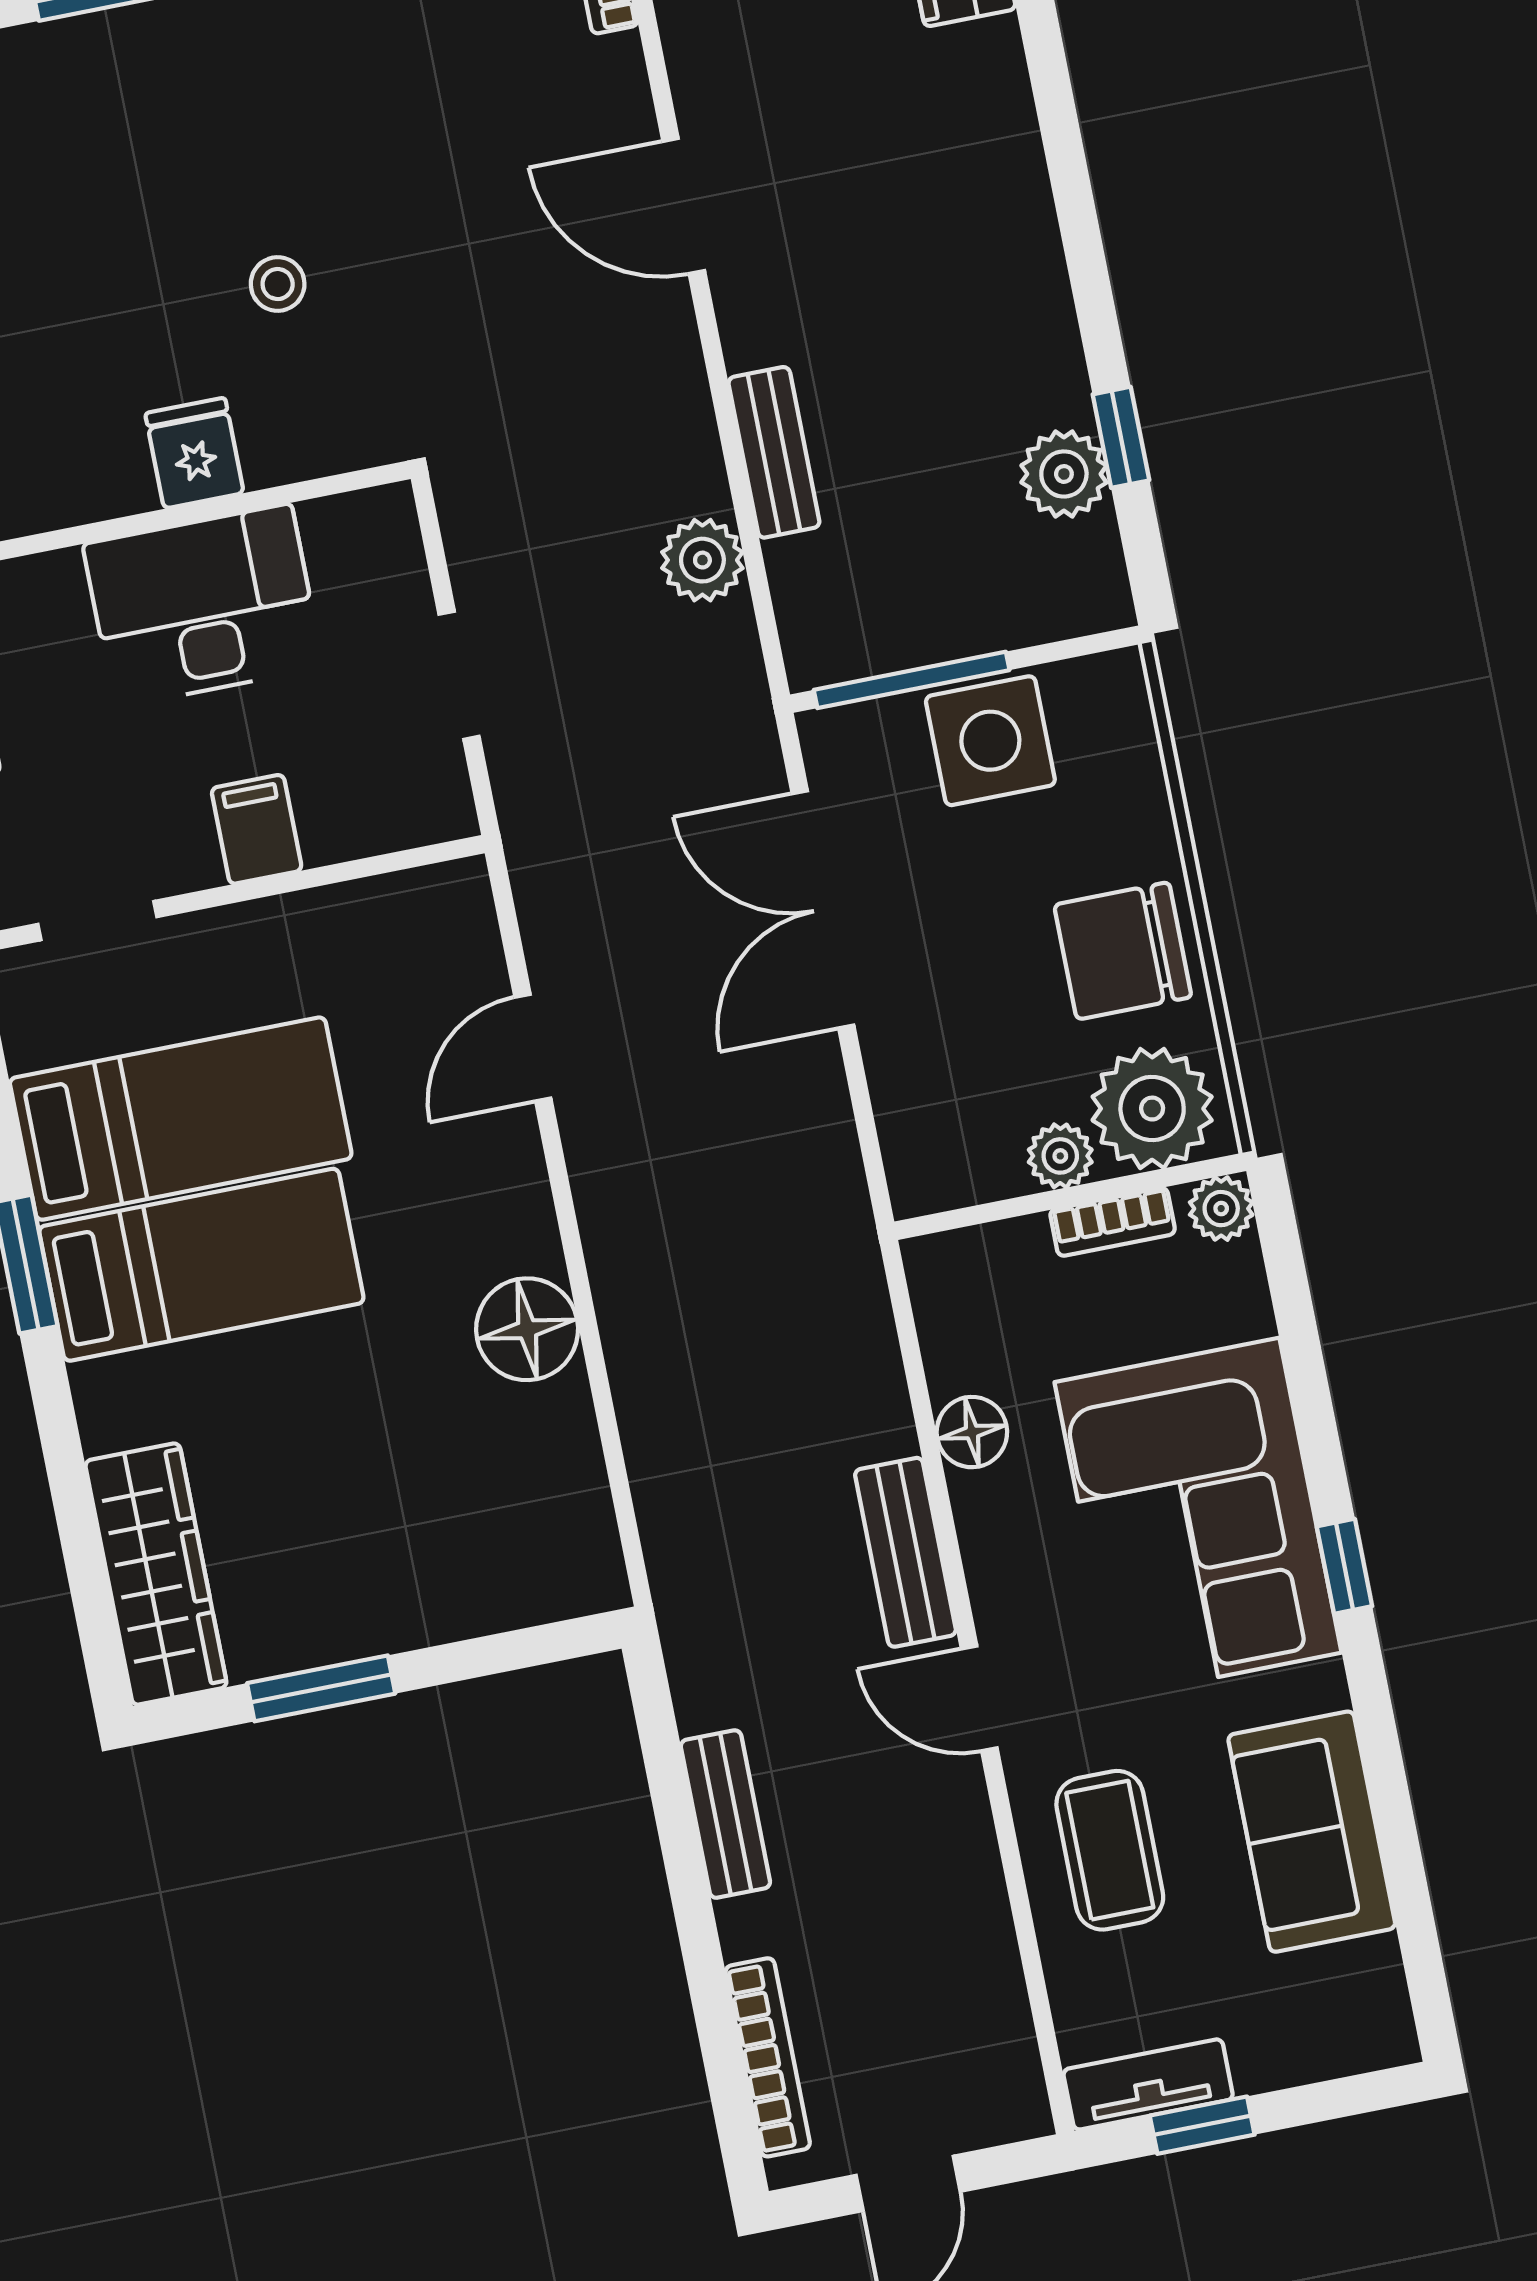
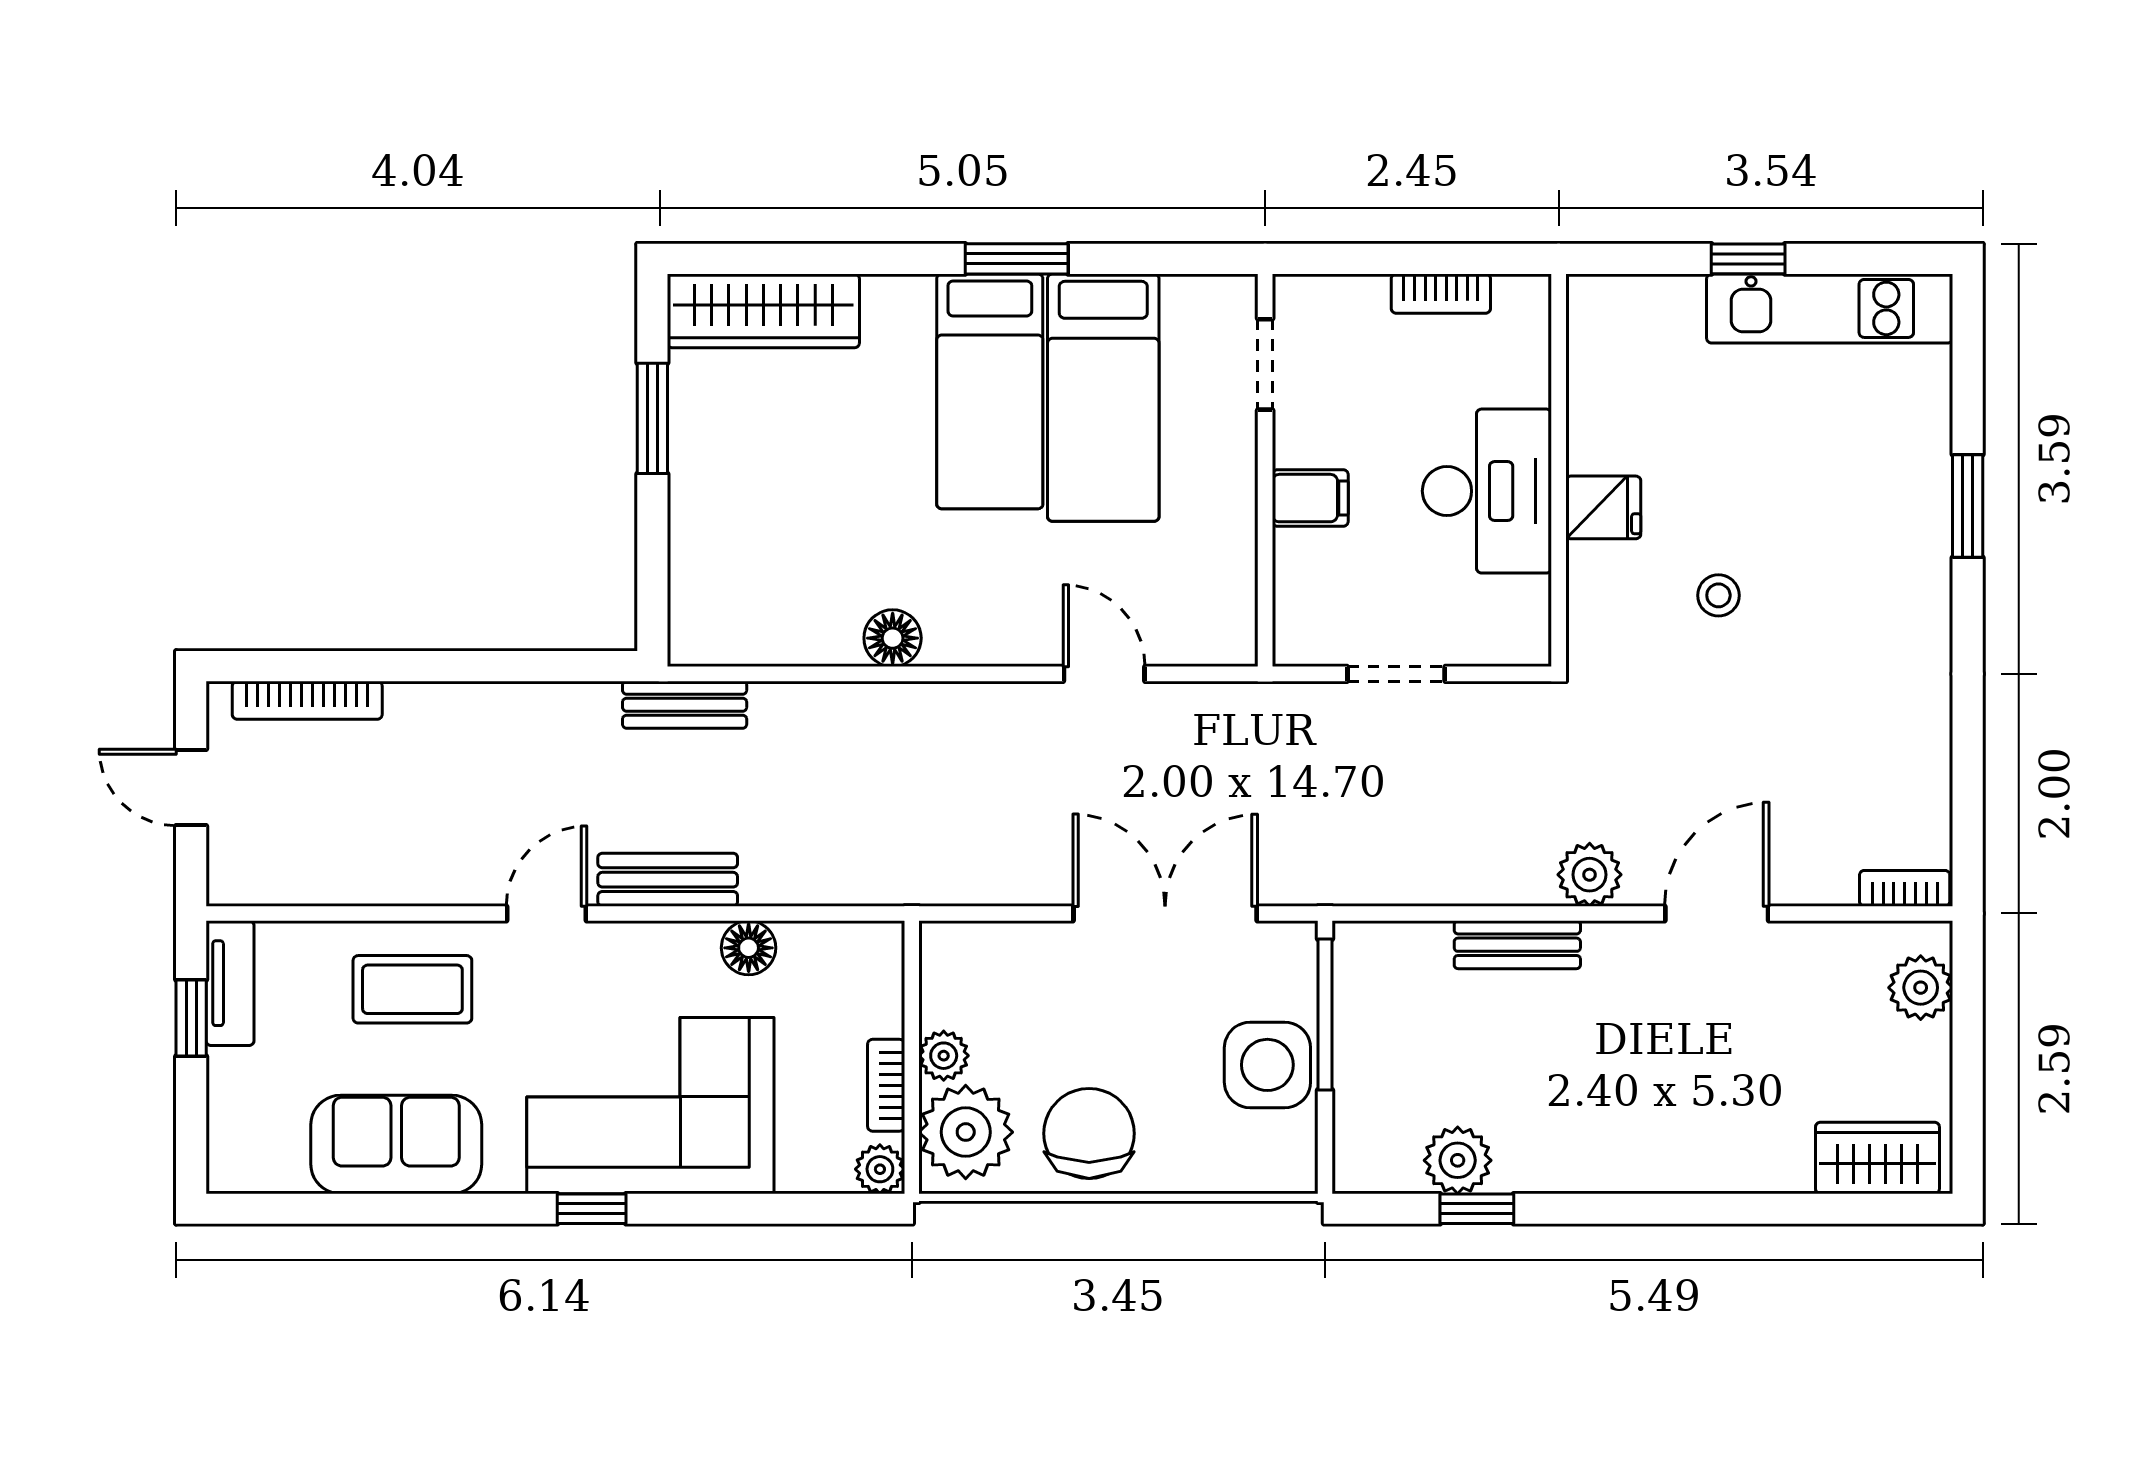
plant: (702, 560) -> (1590, 875), moved
floor lamp: (527, 1329) -> (893, 638), width x0.73, depth x0.73
bench: (725, 1814) -> (685, 705), moved

